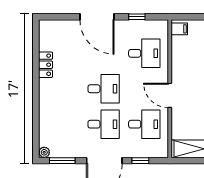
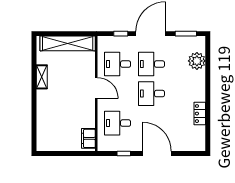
filing cabinet: (179, 29) -> (88, 138), width x2.00
plant: (44, 152) -> (197, 61), moved, width x1.88, depth x1.88

